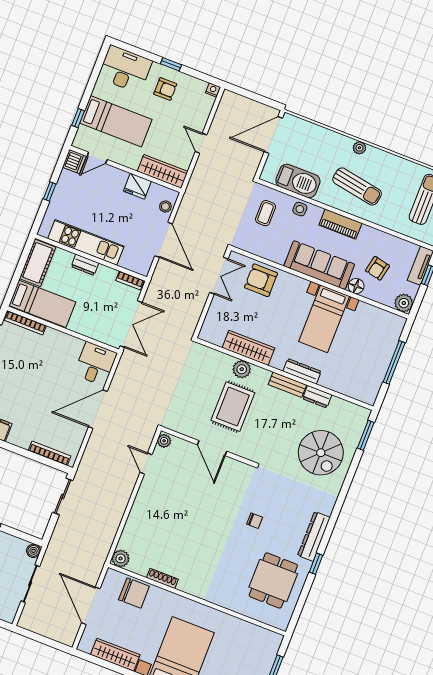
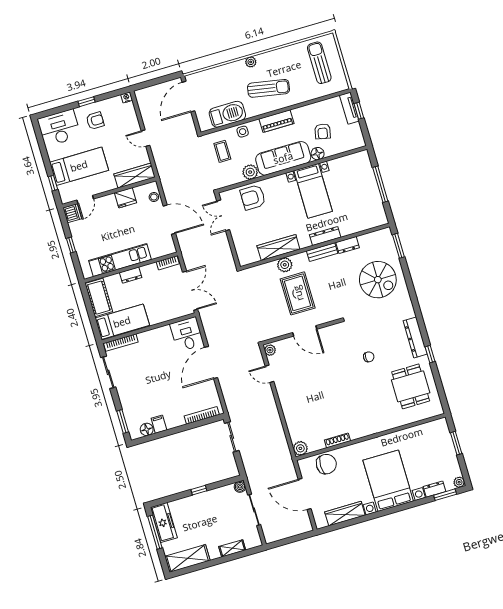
double door: (219, 276) -> (223, 215), swing flipped
plant: (404, 303) -> (250, 172), moved

